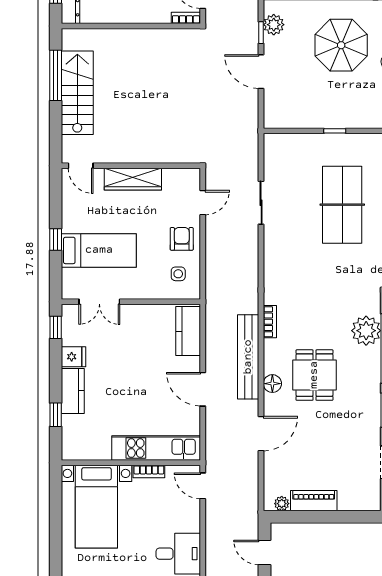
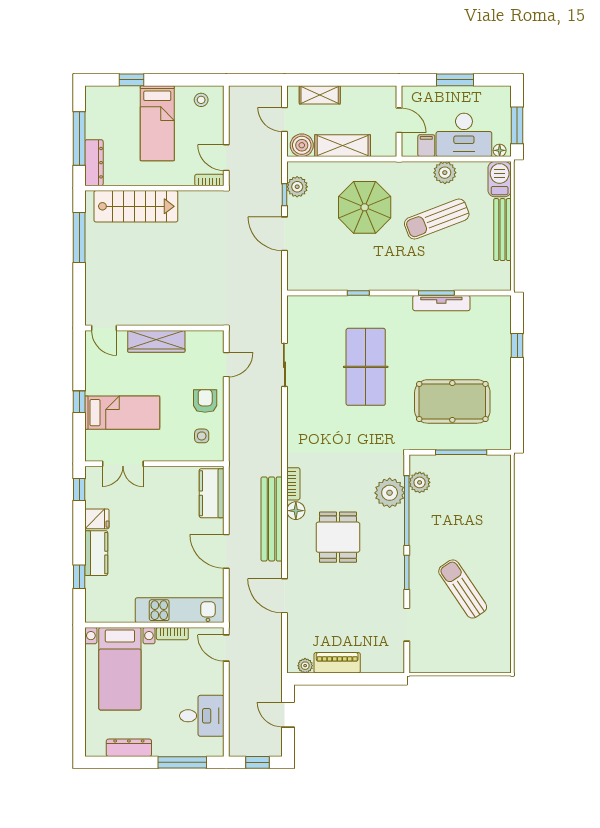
stairs: (77, 93) -> (136, 206), moved, turned 90
floor lamp: (272, 384) -> (296, 511), moved
door: (261, 434) -> (284, 596), swing flipped

